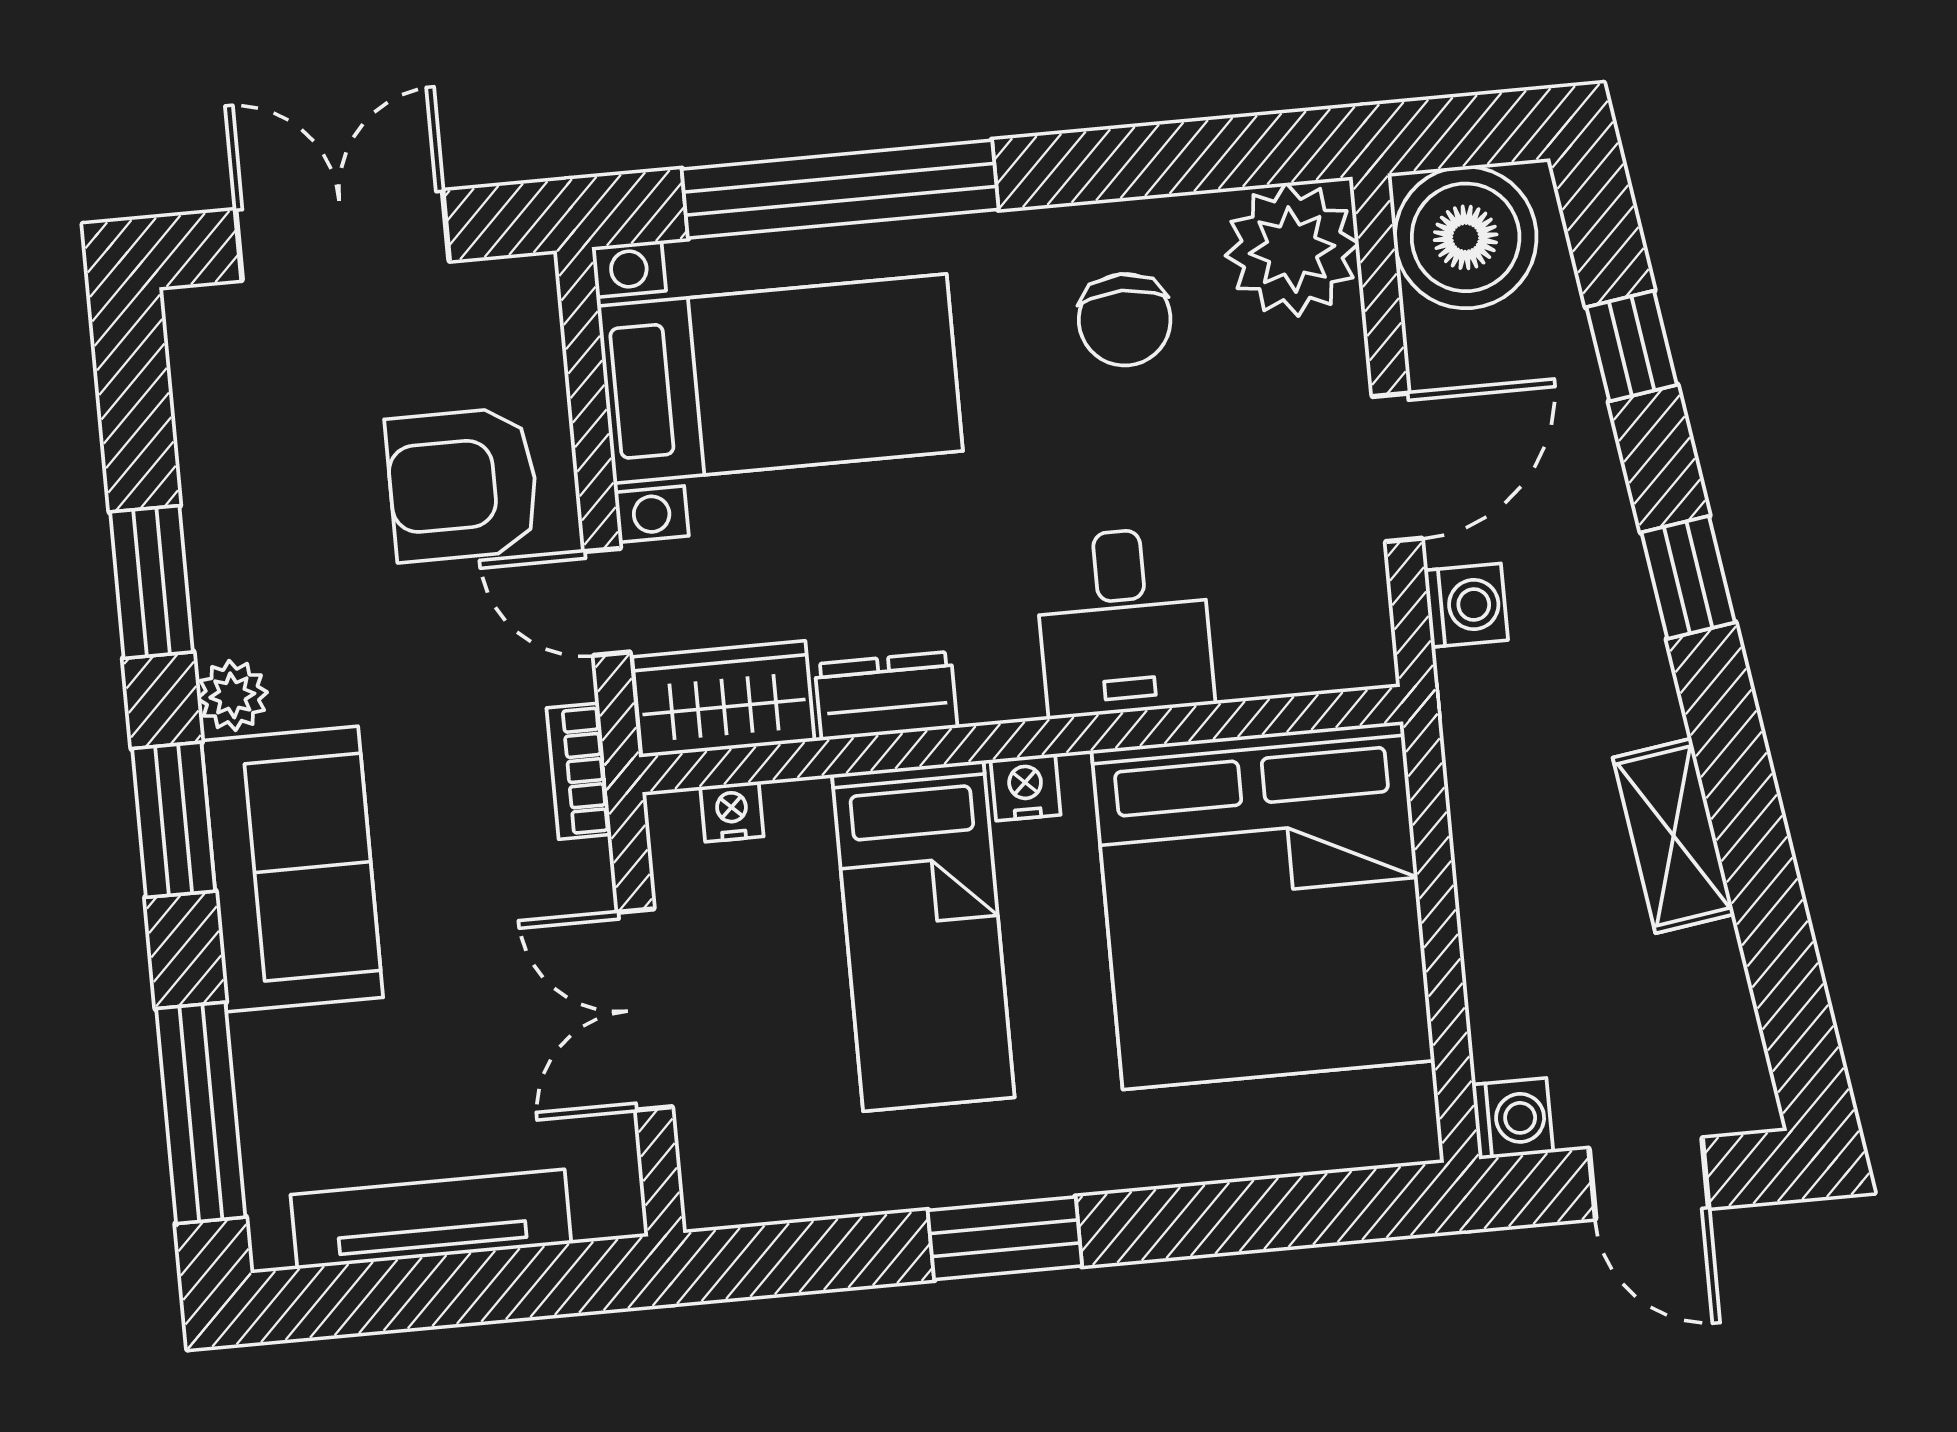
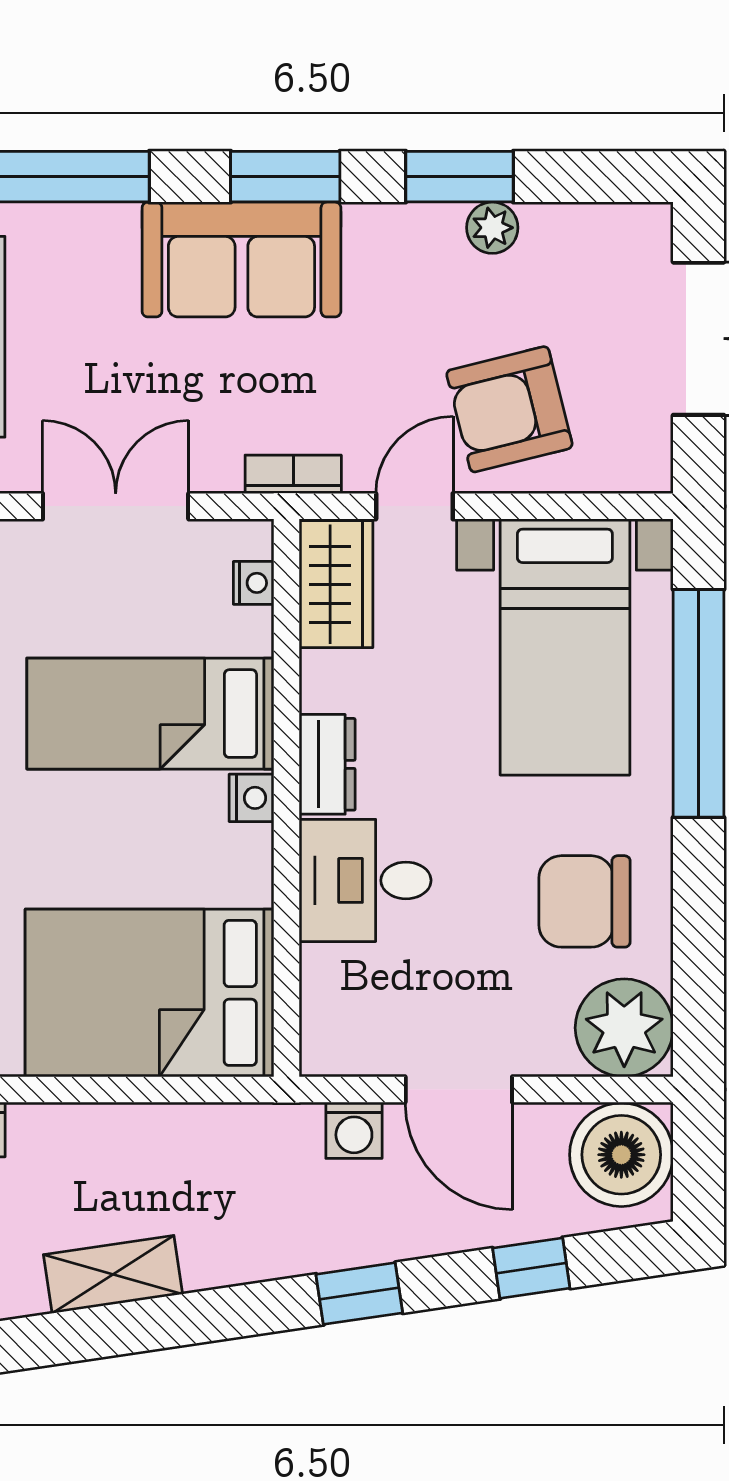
chair: (1125, 320) -> (584, 901), width x1.37, depth x1.37
armchair: (463, 484) -> (509, 409), turned -104
plant: (232, 695) -> (492, 228), moved
dresser: (886, 696) -> (327, 764), moved
shelving: (1674, 836) -> (113, 1274), moved
bed: (1263, 905) -> (150, 993), width x0.73

